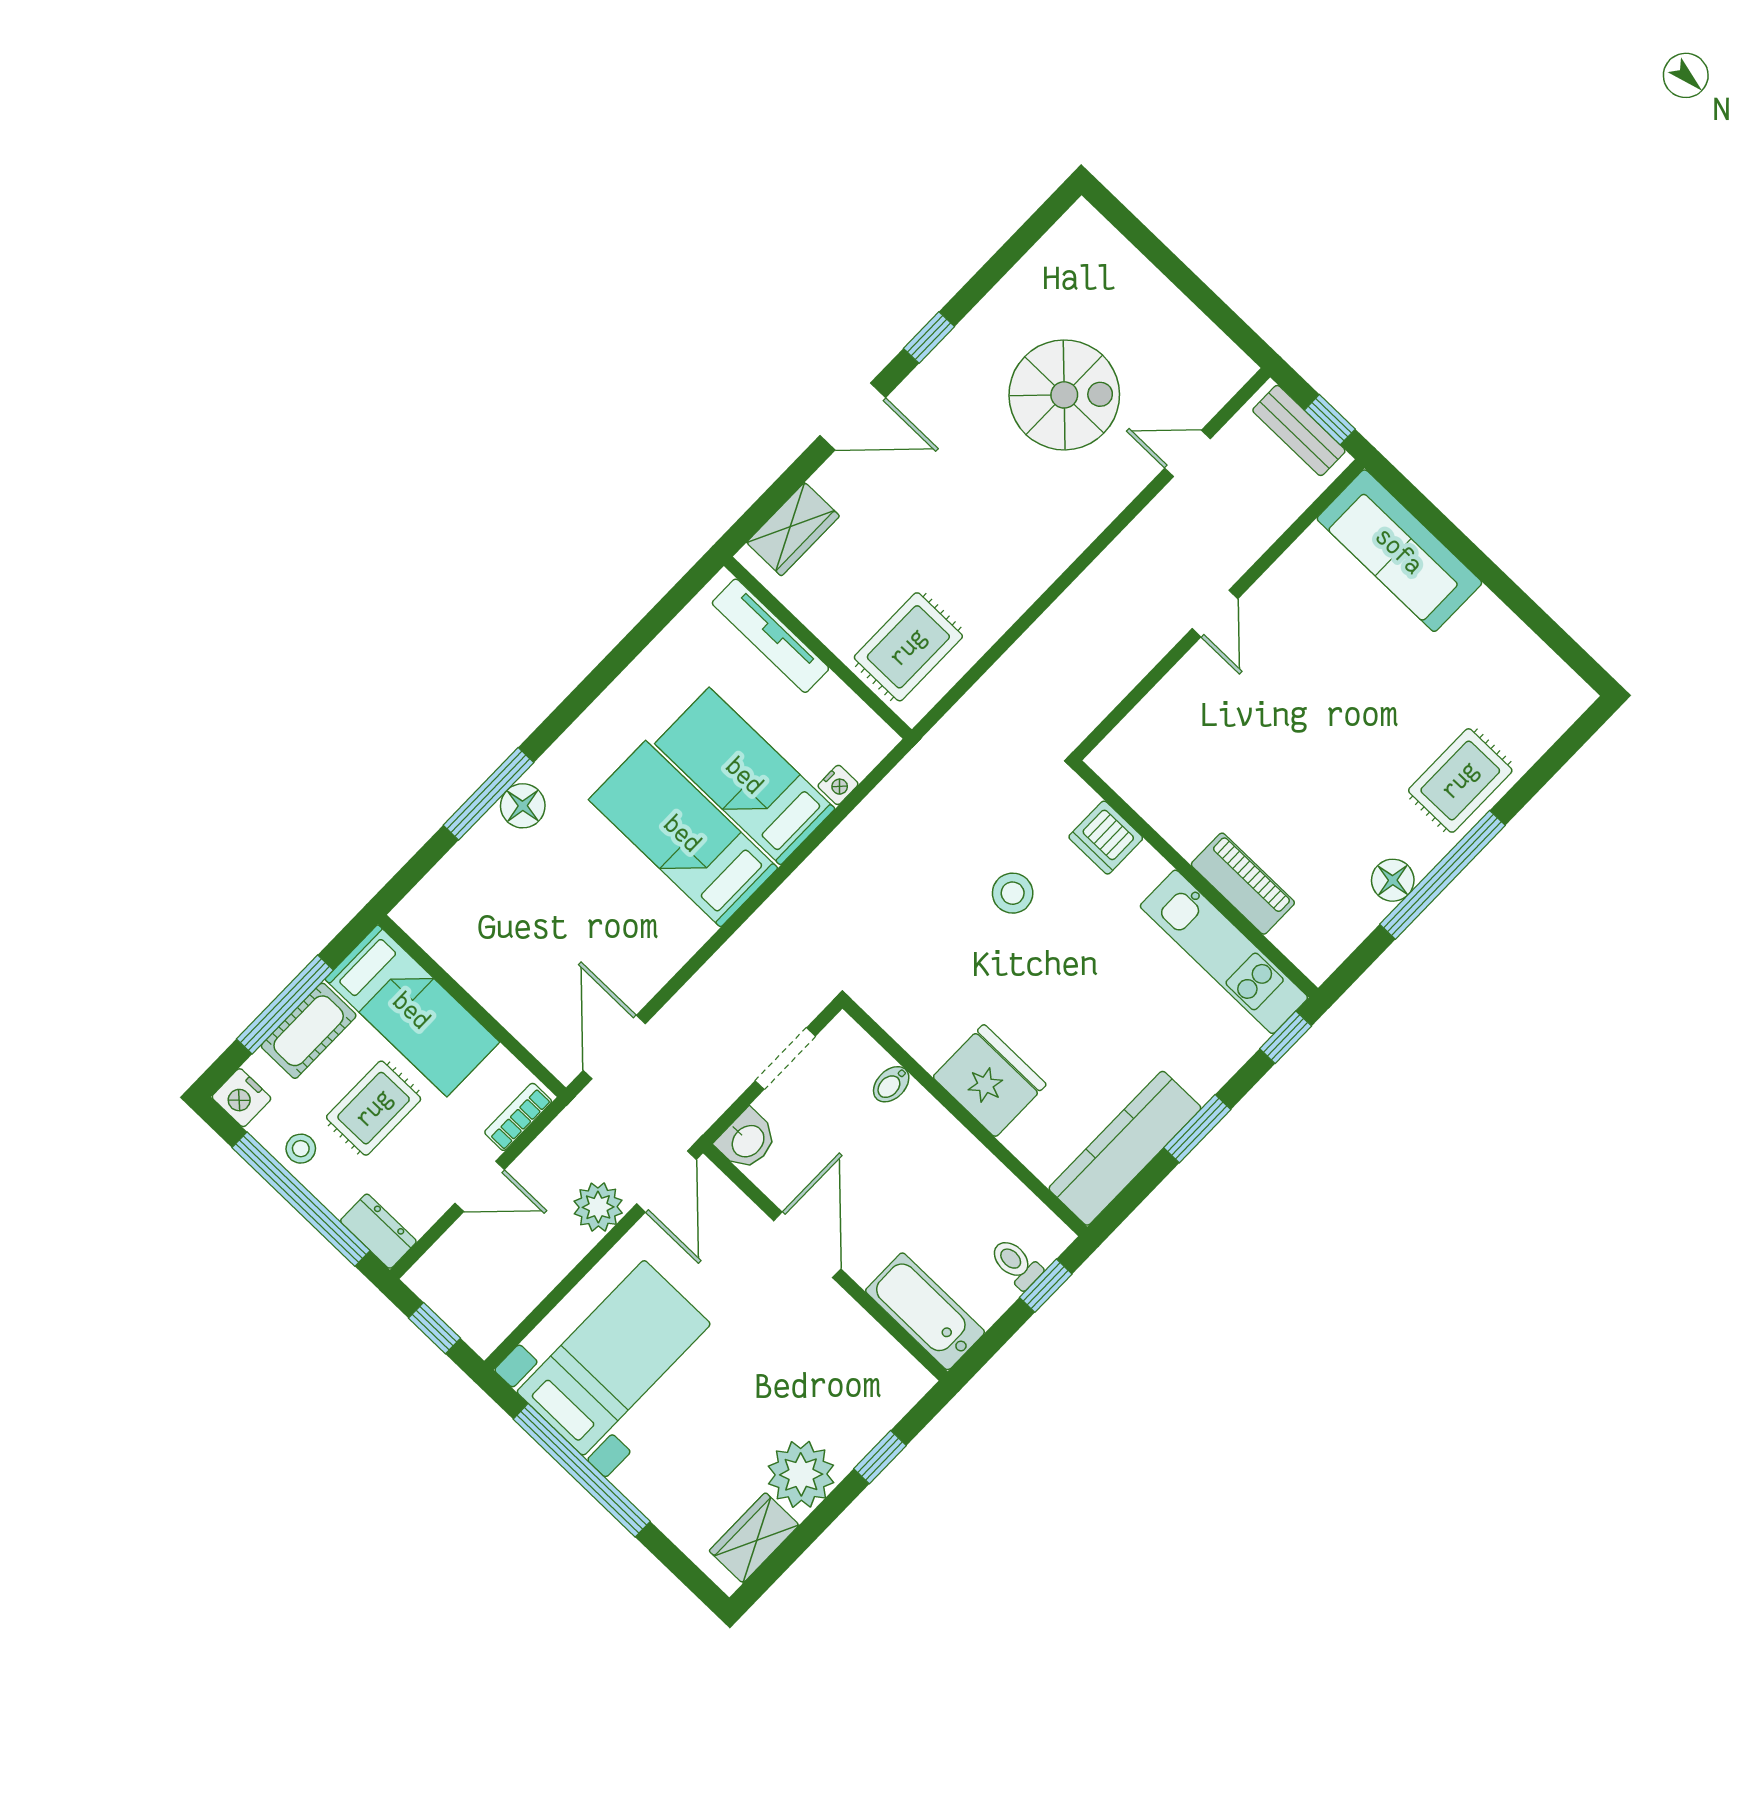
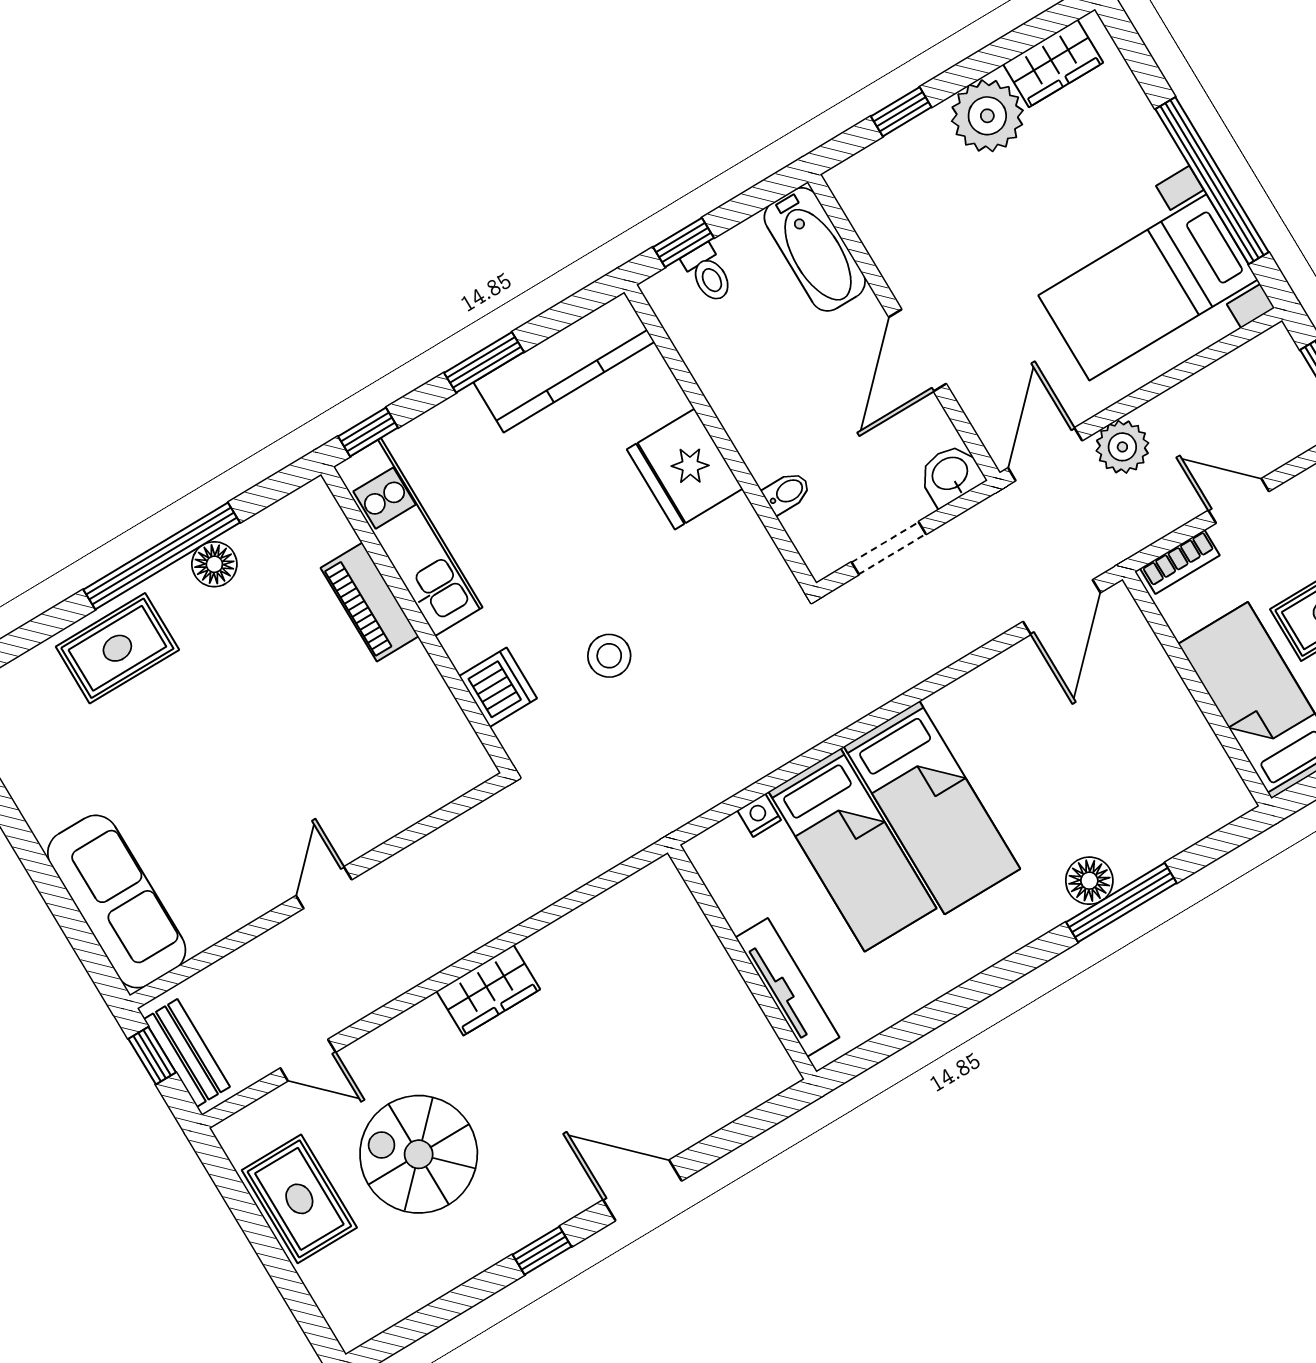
wardrobe: (793, 529) -> (488, 990), moved, turned 180
rug: (908, 647) -> (299, 1199), moved, turned 90

